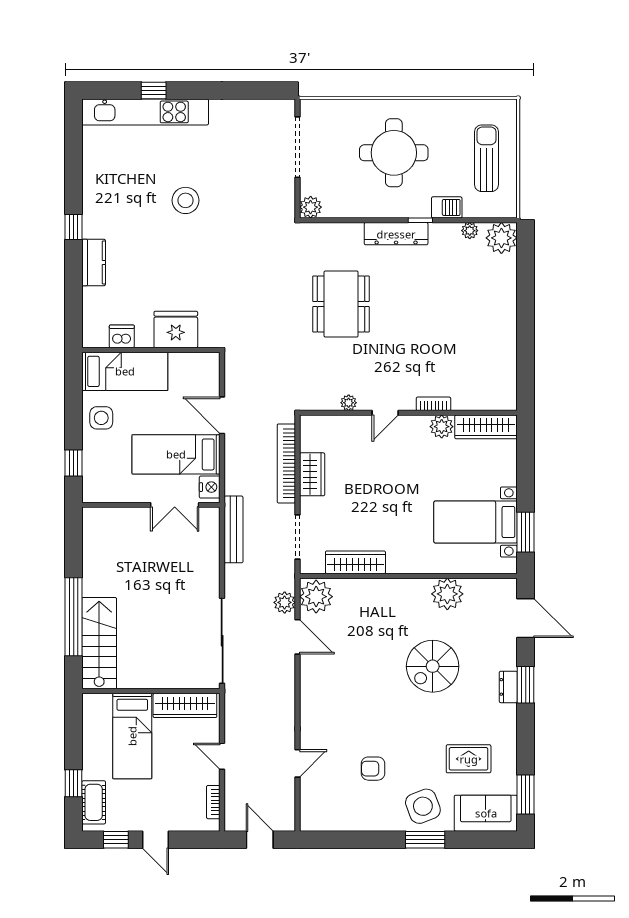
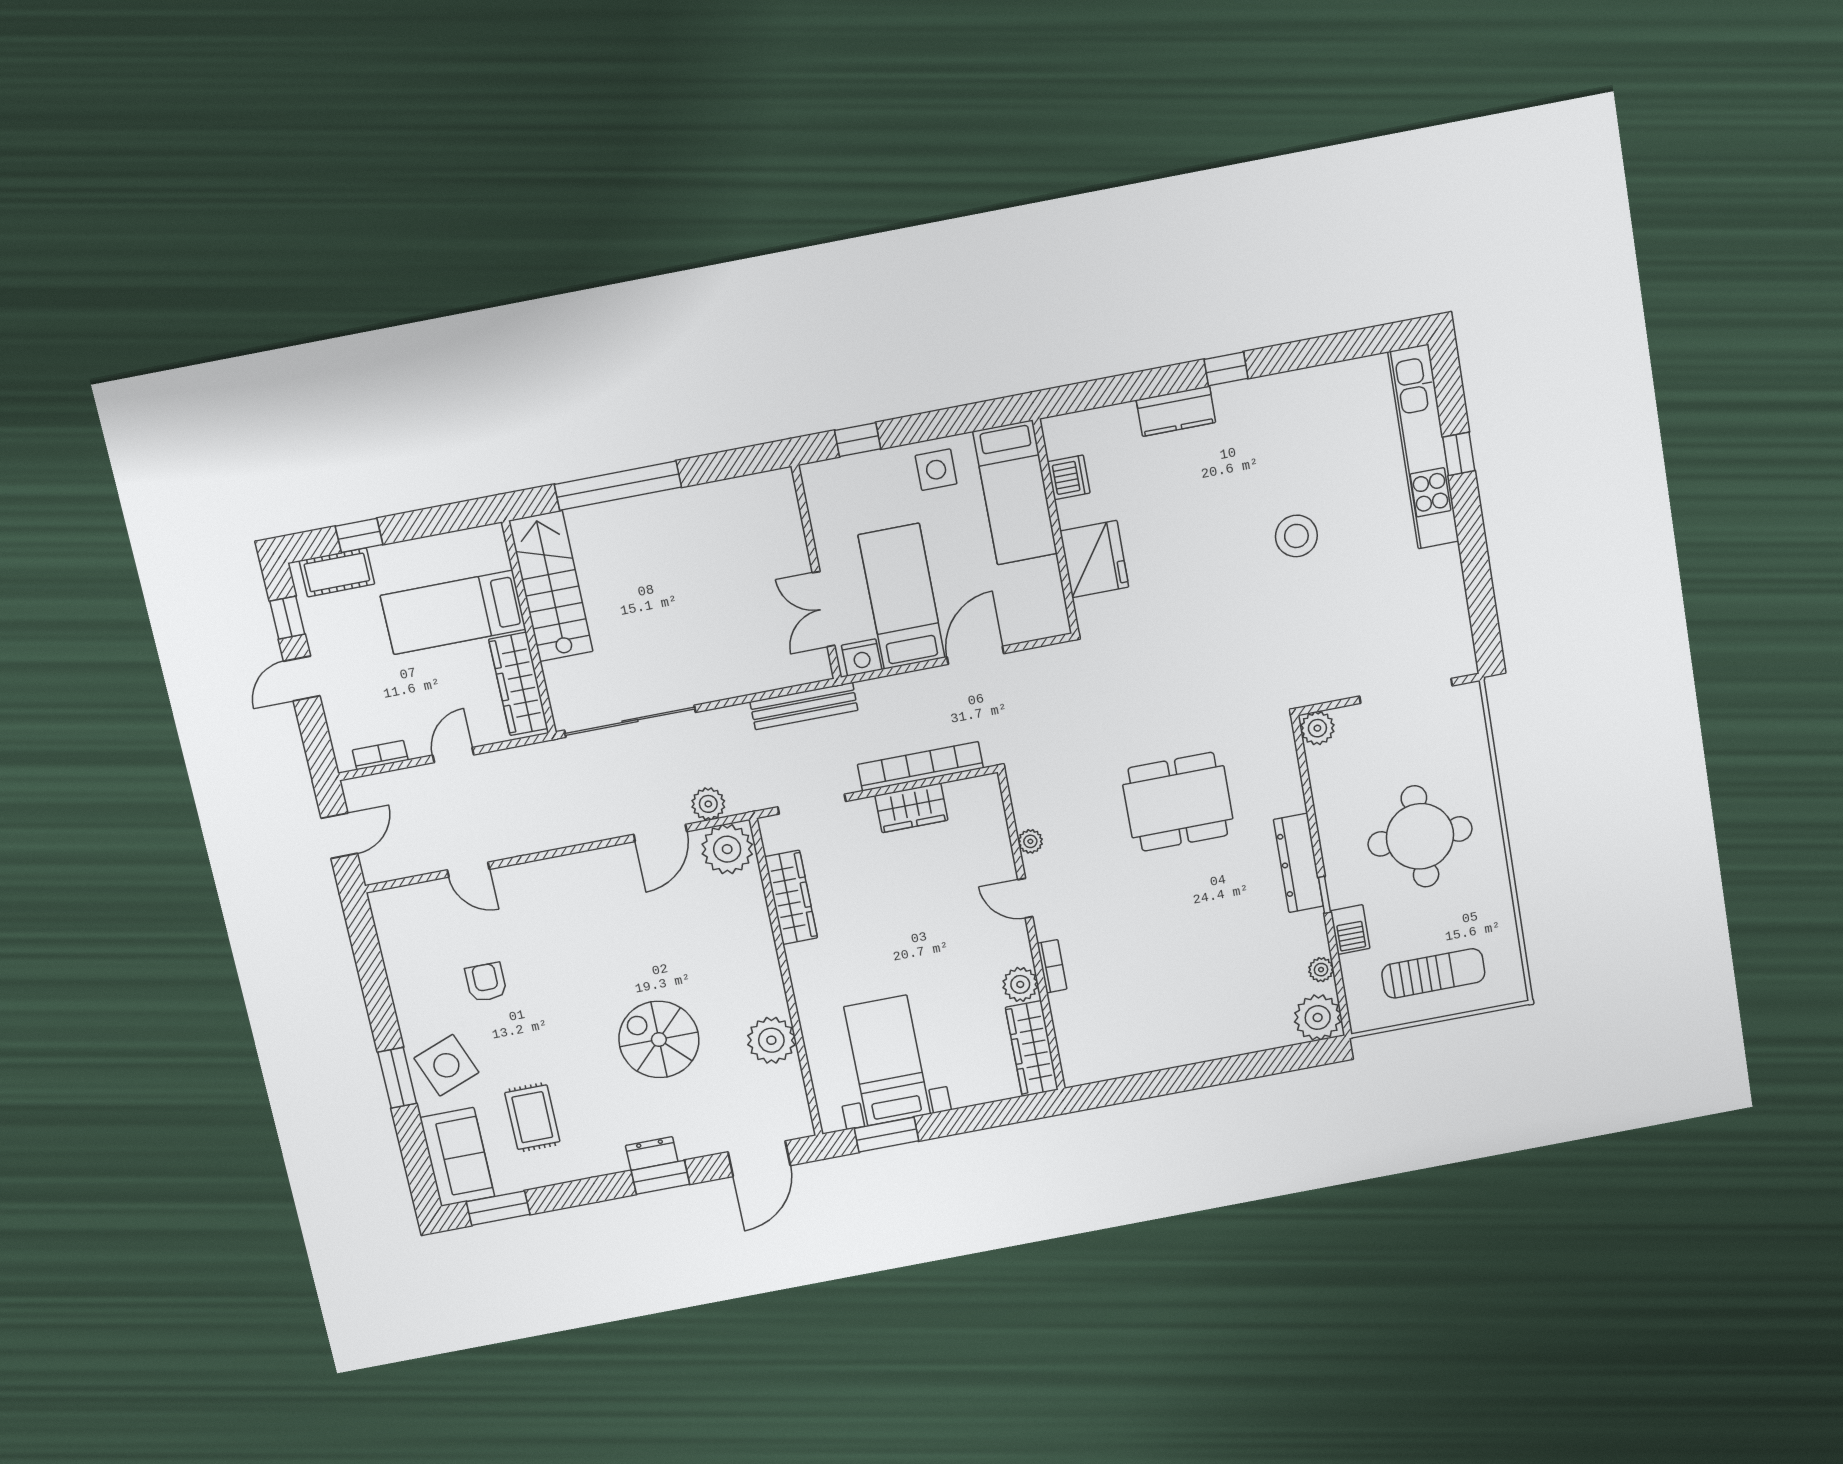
stairs: (99, 643) -> (551, 586), moved, turned -90

